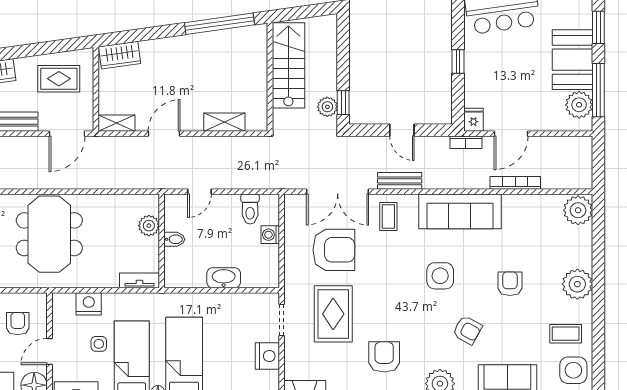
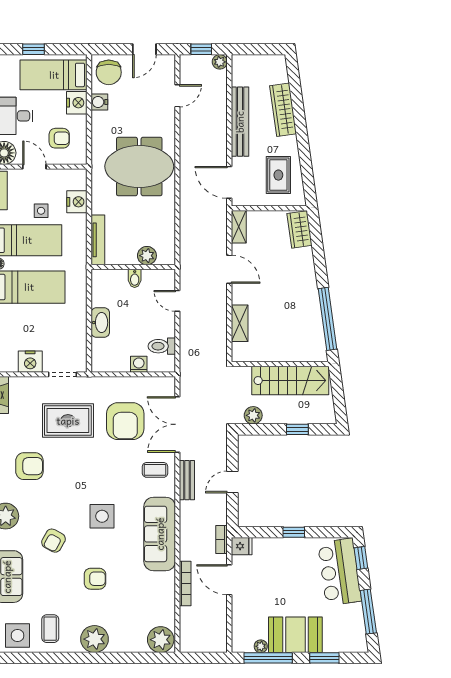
window: (343, 103) -> (297, 429), moved
plant: (579, 105) -> (261, 646), width x0.53, depth x0.53
tv unit: (139, 280) -> (98, 240), width x1.41

